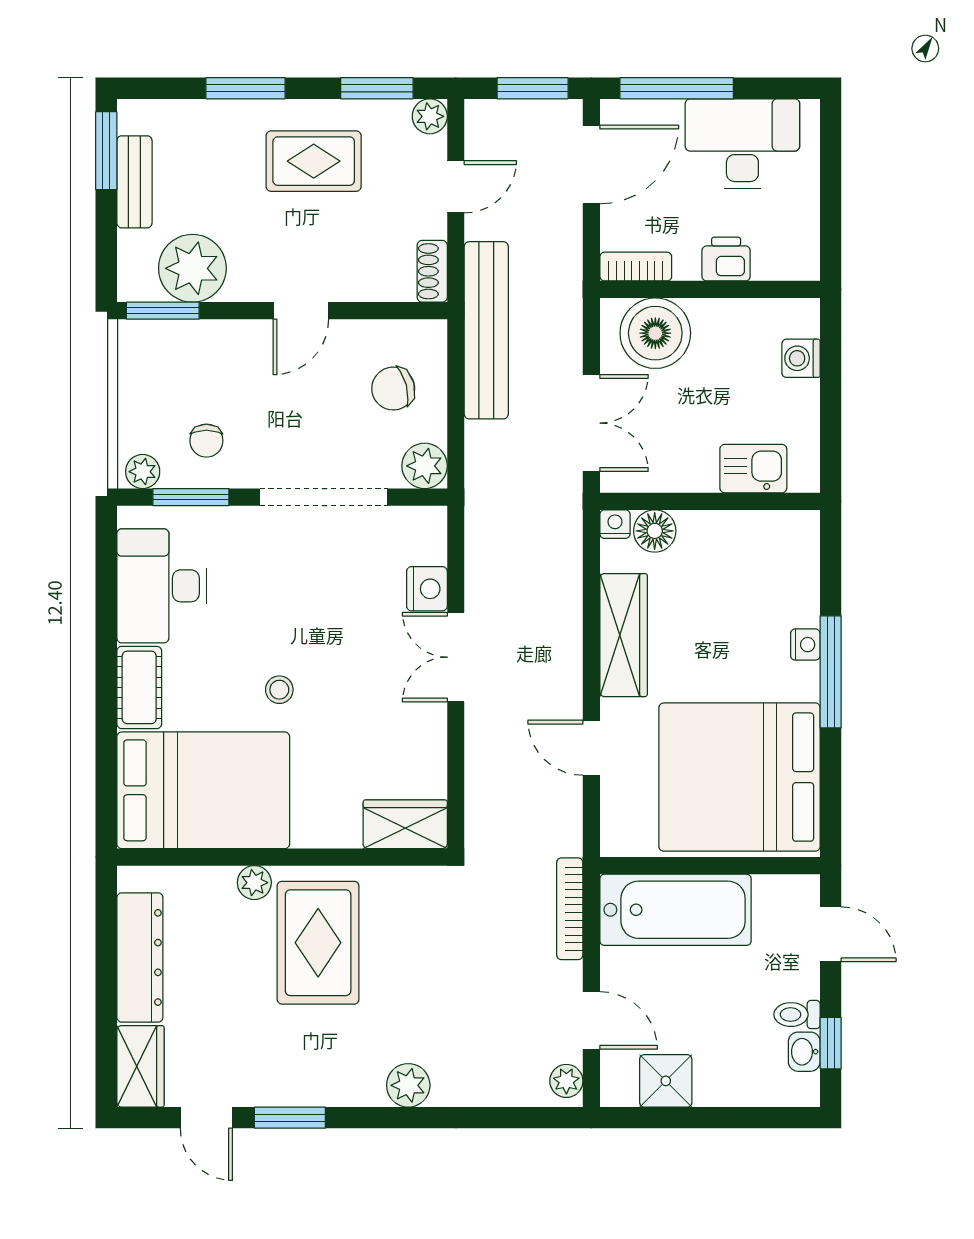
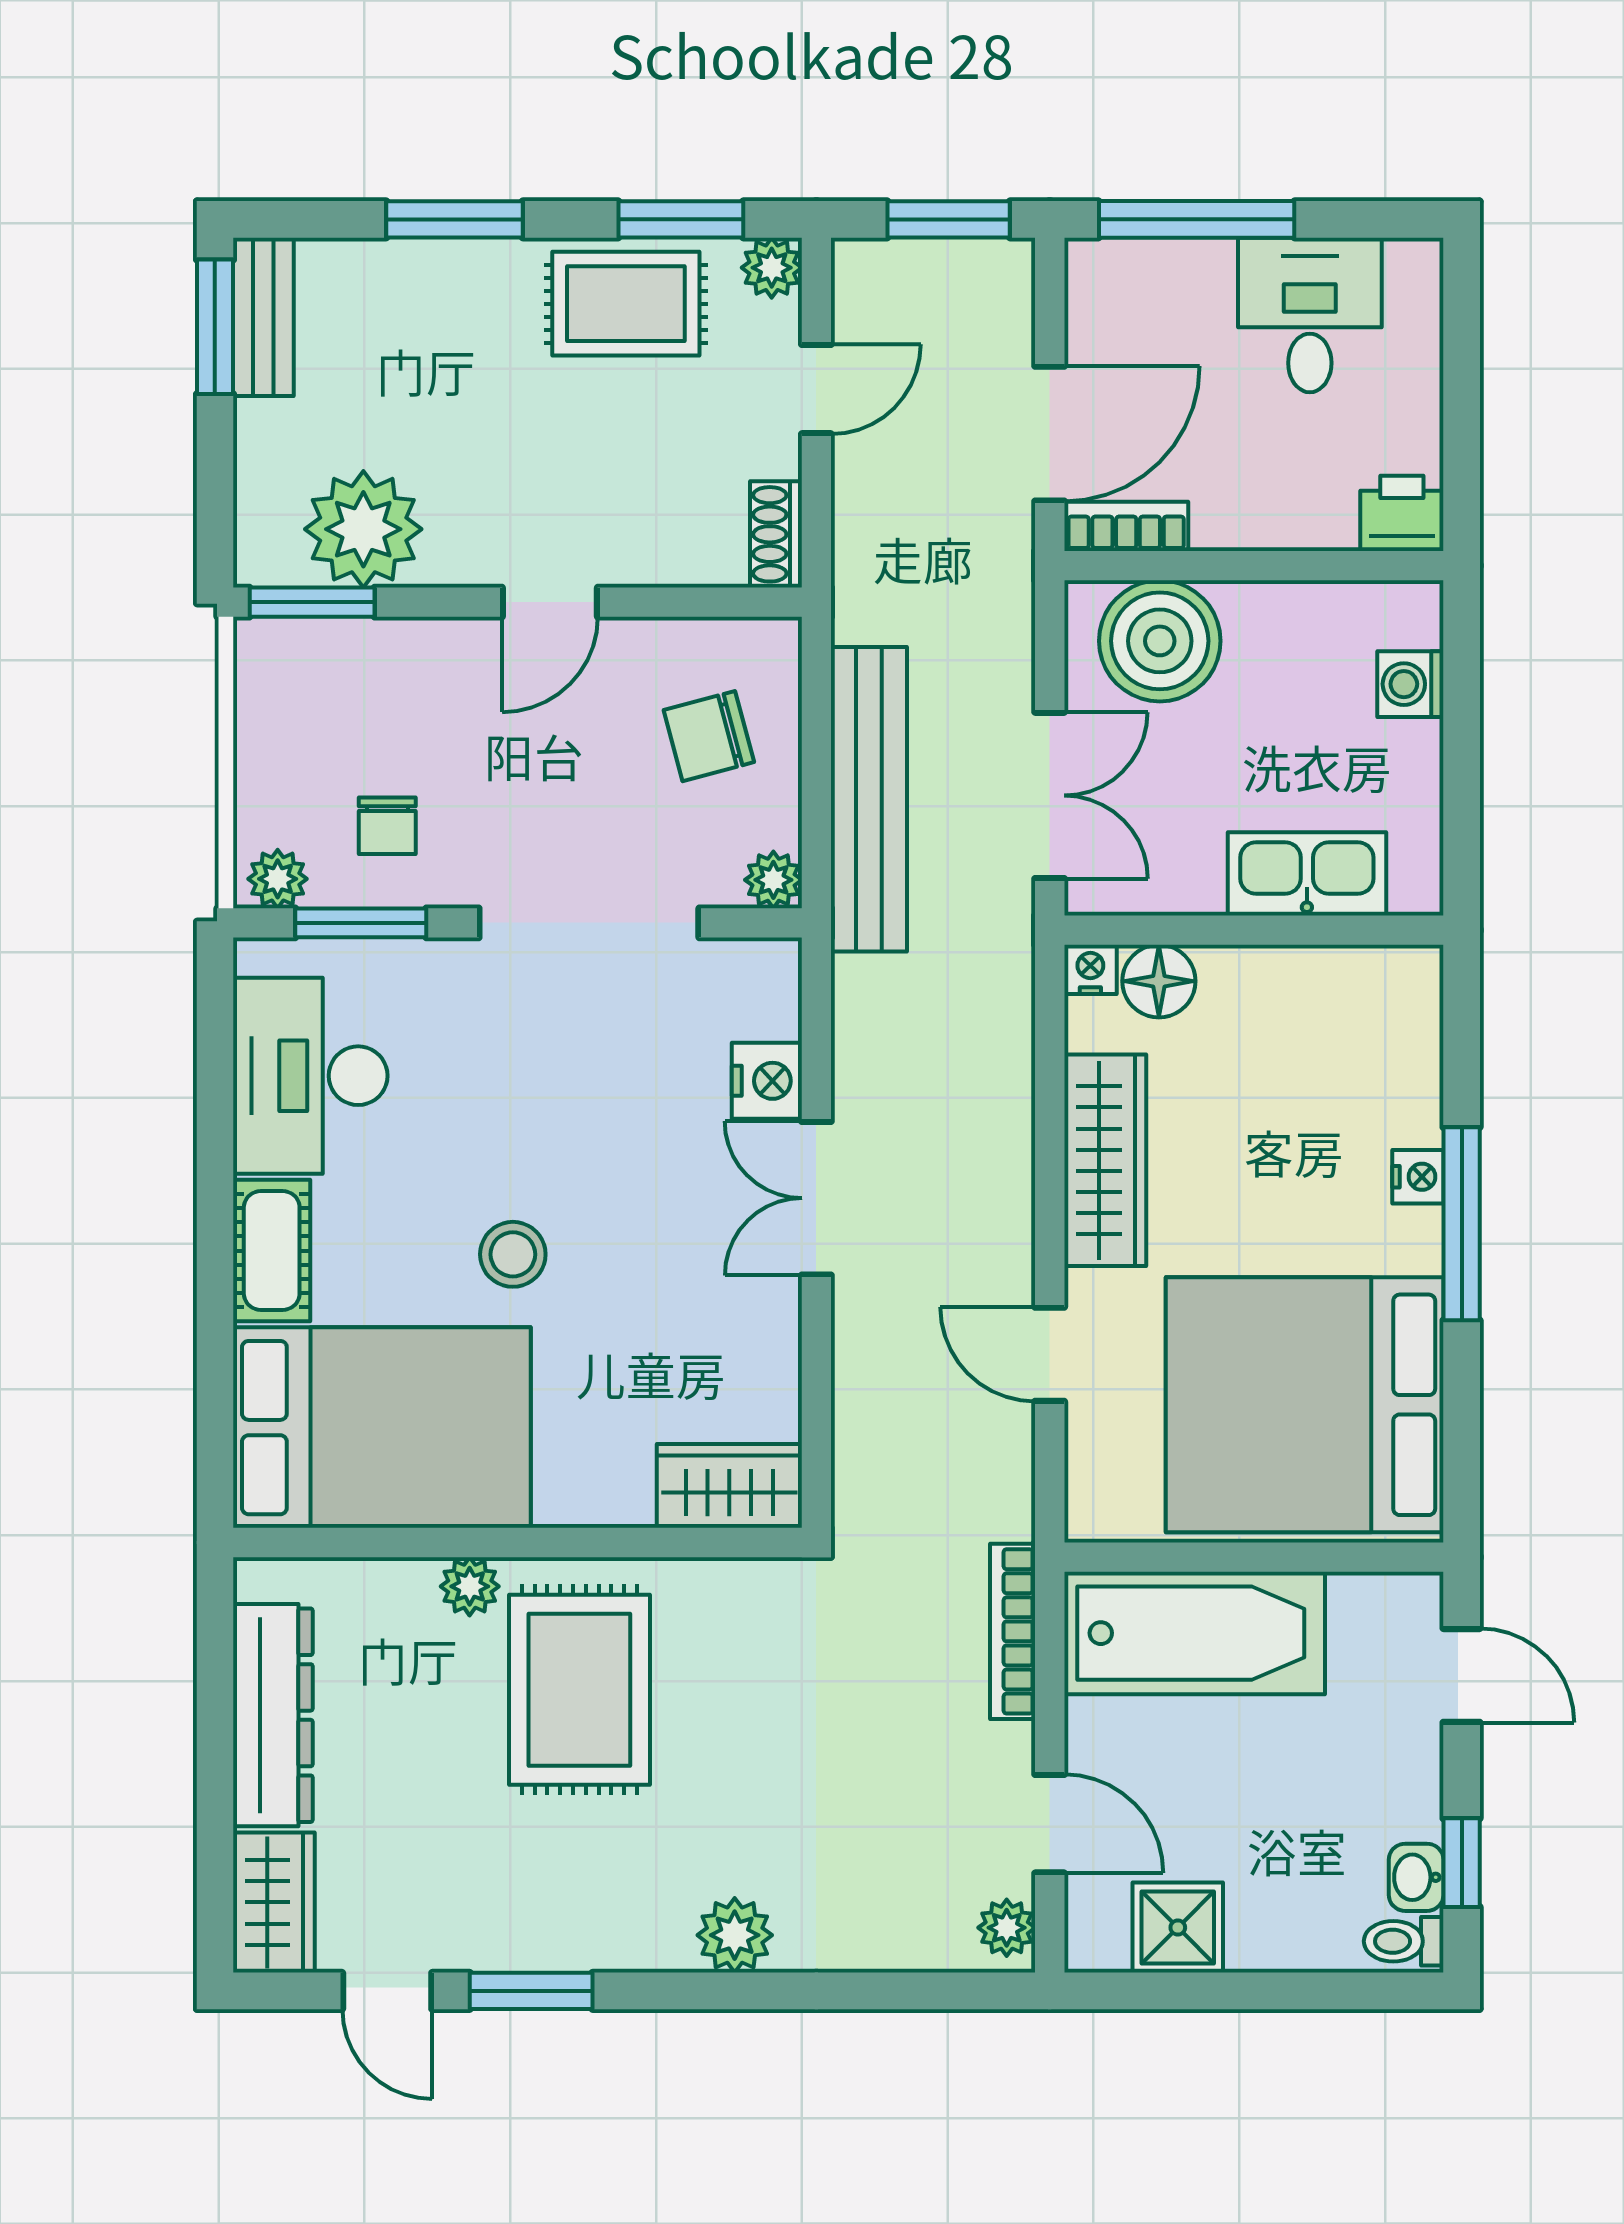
desk: (742, 144) -> (1310, 315), width x0.73
rug: (314, 161) -> (626, 304), moved
door: (591, 164) -> (1050, 434), moved
bench: (134, 182) -> (263, 317), moved
printer: (726, 259) -> (1402, 513), moved
bench: (486, 330) -> (869, 799), moved
plant: (425, 466) -> (773, 880), width x0.73, depth x0.73
kitchen sink: (753, 469) -> (1307, 874), width x1.38
stool: (279, 690) -> (513, 1254), width x1.37, depth x1.37
toilet: (797, 1015) -> (1404, 1941), moved

